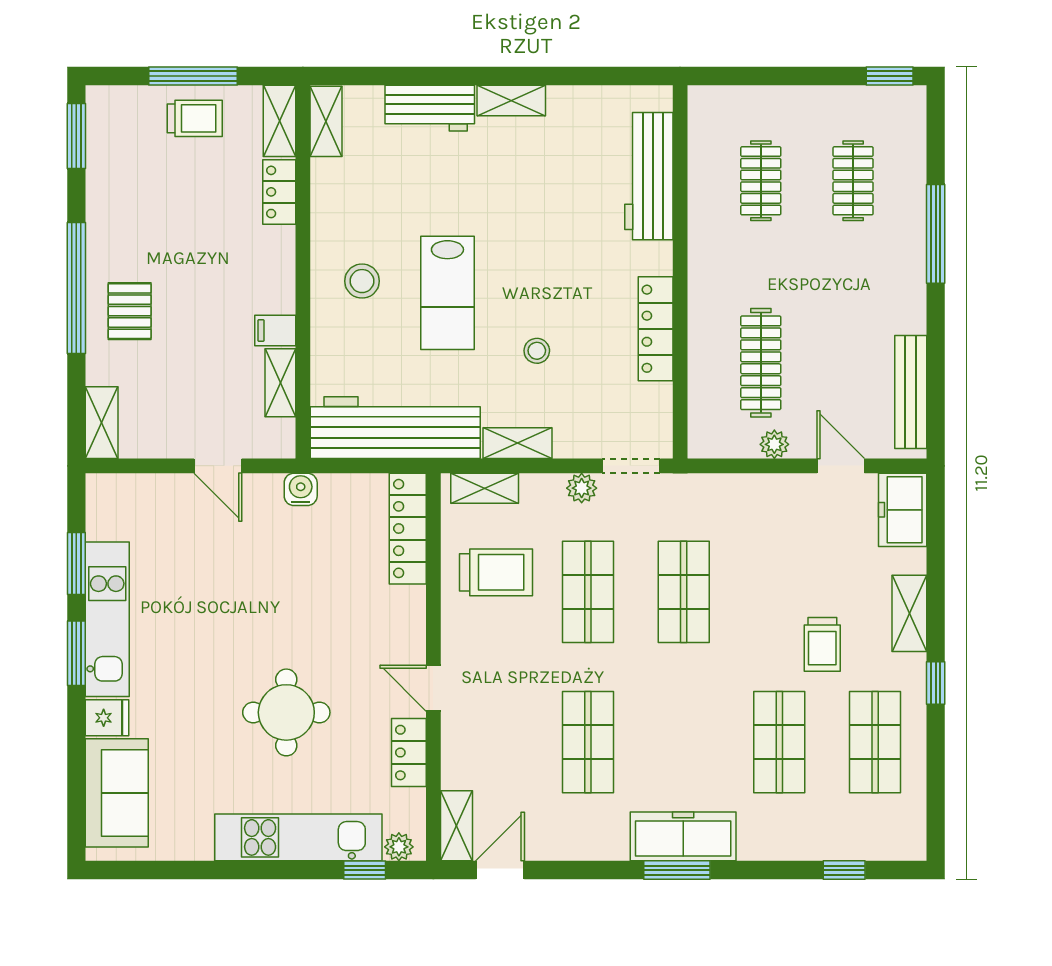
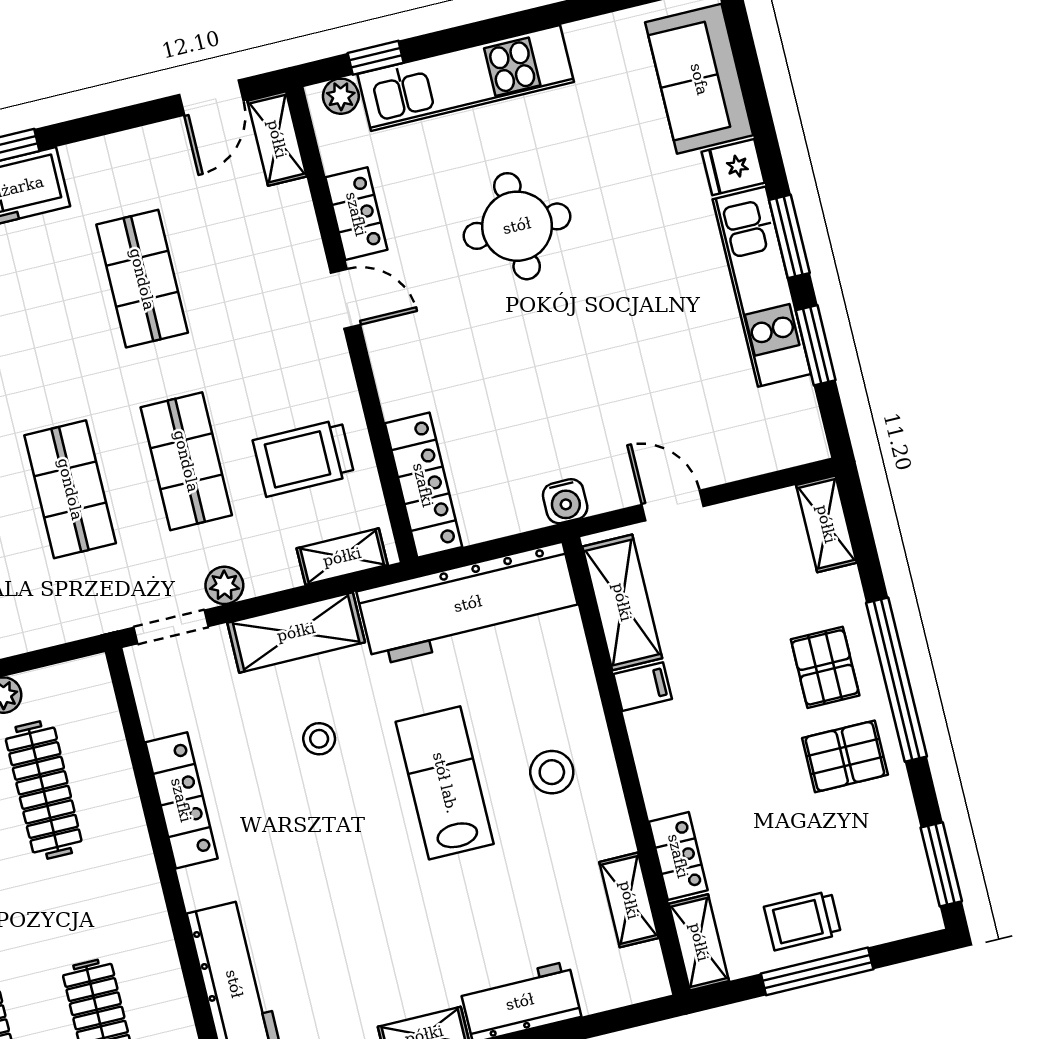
shelving: (326, 121) -> (629, 900), moved
pallet: (131, 238) -> (845, 756), added
shelving: (280, 383) -> (622, 602), width x1.50, depth x1.33
shelving: (518, 443) -> (296, 632), width x1.50, depth x1.33

